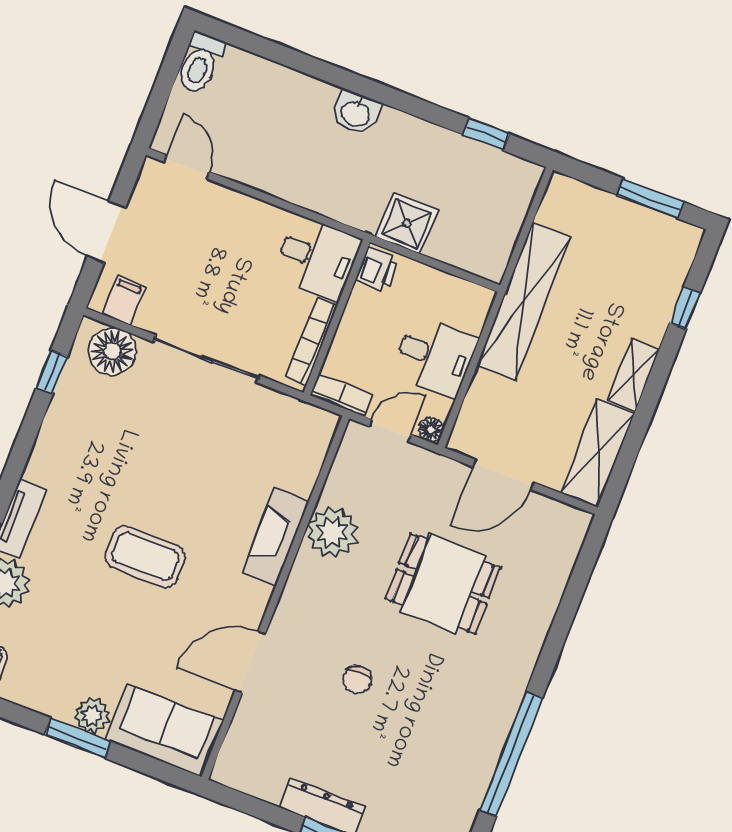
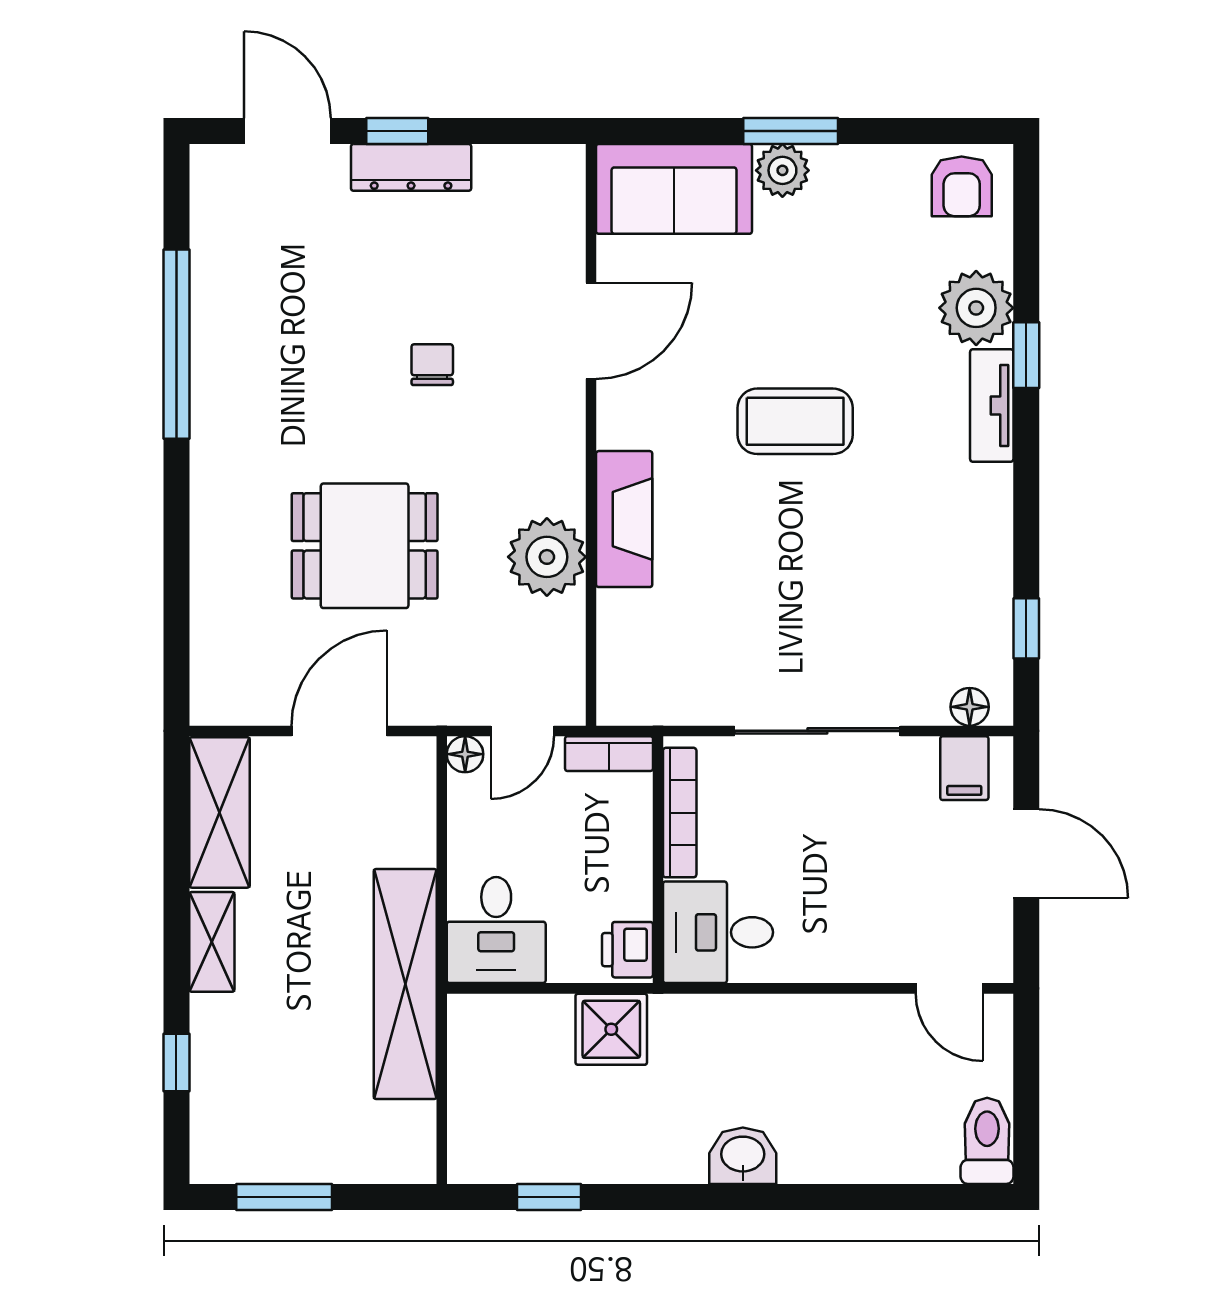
floor lamp: (112, 351) -> (970, 707), width x0.53, depth x0.53
desk: (435, 356) -> (496, 930), moved, turned -90

